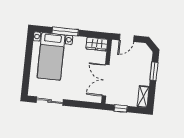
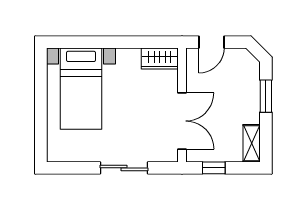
window: (65, 32) -> (102, 42), removed
double door: (106, 80) -> (182, 121), swing flipped
sliding door: (50, 101) -> (124, 168), moved

